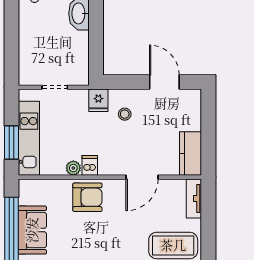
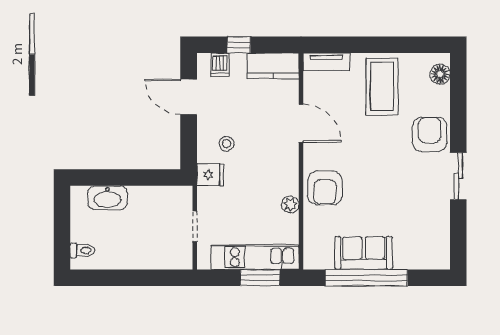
door: (164, 82) -> (189, 97), hinge flipped
window: (208, 125) -> (239, 45), added
dishwasher: (90, 165) -> (220, 65), moved, turned -90
armchair: (87, 197) -> (325, 188), turned 180

